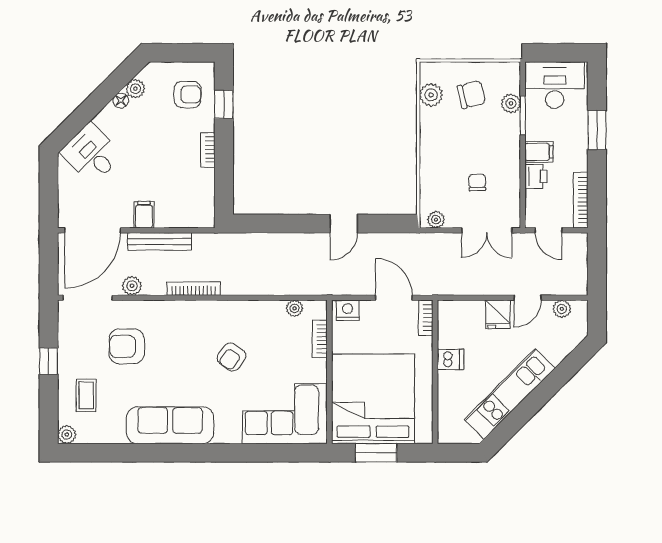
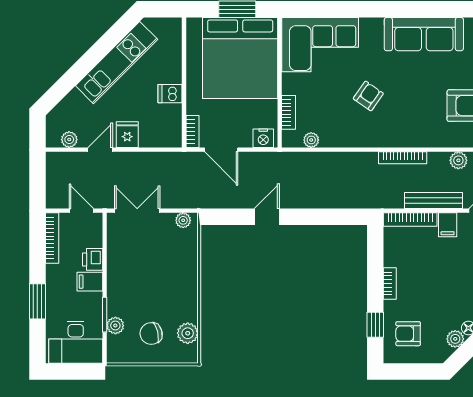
chair: (477, 182) -> (146, 254), removed
bookcase: (185, 220) -> (410, 220), added

